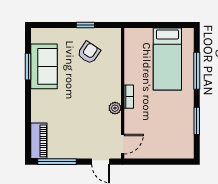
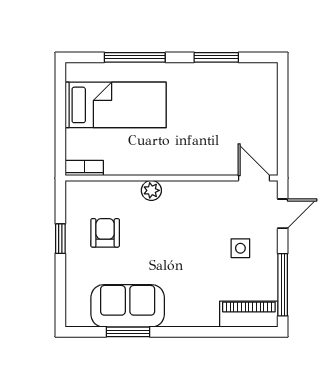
armchair: (89, 53) -> (105, 233), turned 56
bookcase: (129, 97) -> (84, 168), moved
plant: (115, 108) -> (151, 190), moved
side table: (79, 136) -> (240, 248), added

